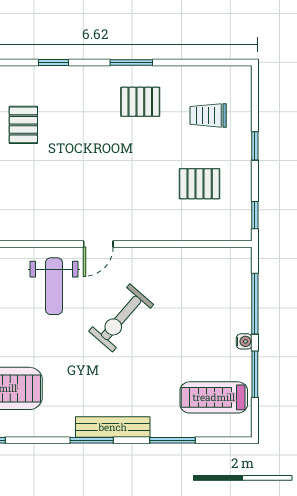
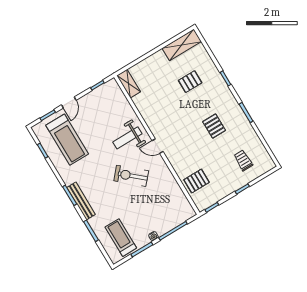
pallet: (140, 102) -> (214, 126), moved
pallet: (200, 184) -> (197, 181), moved, turned 90

